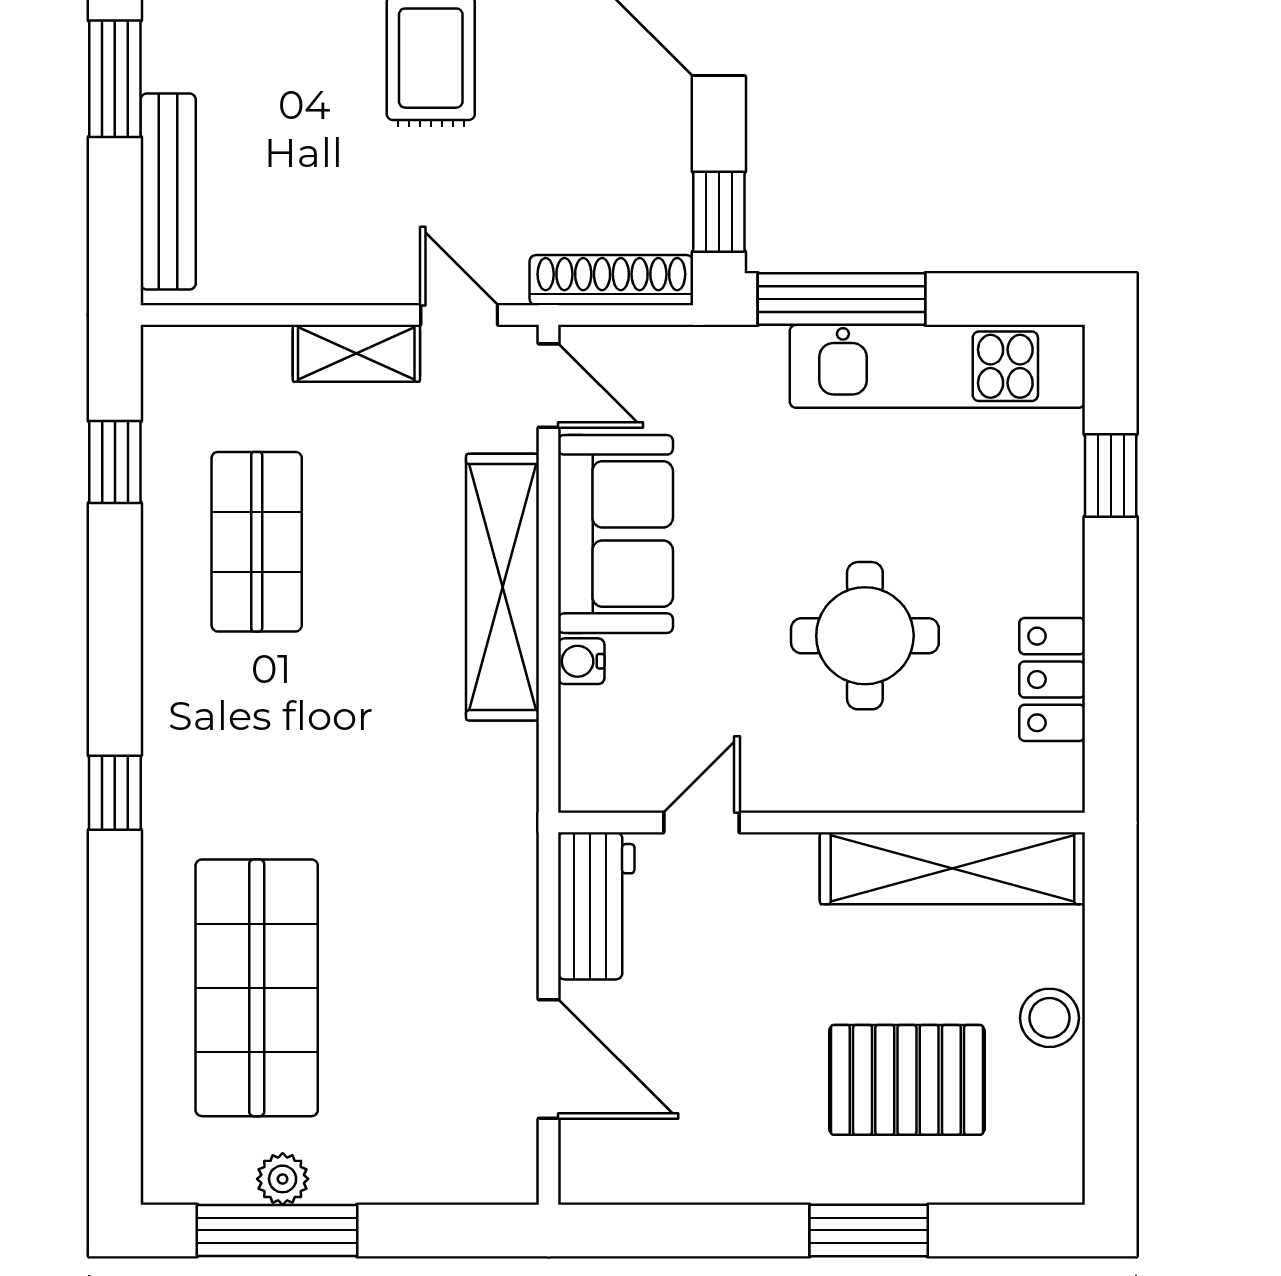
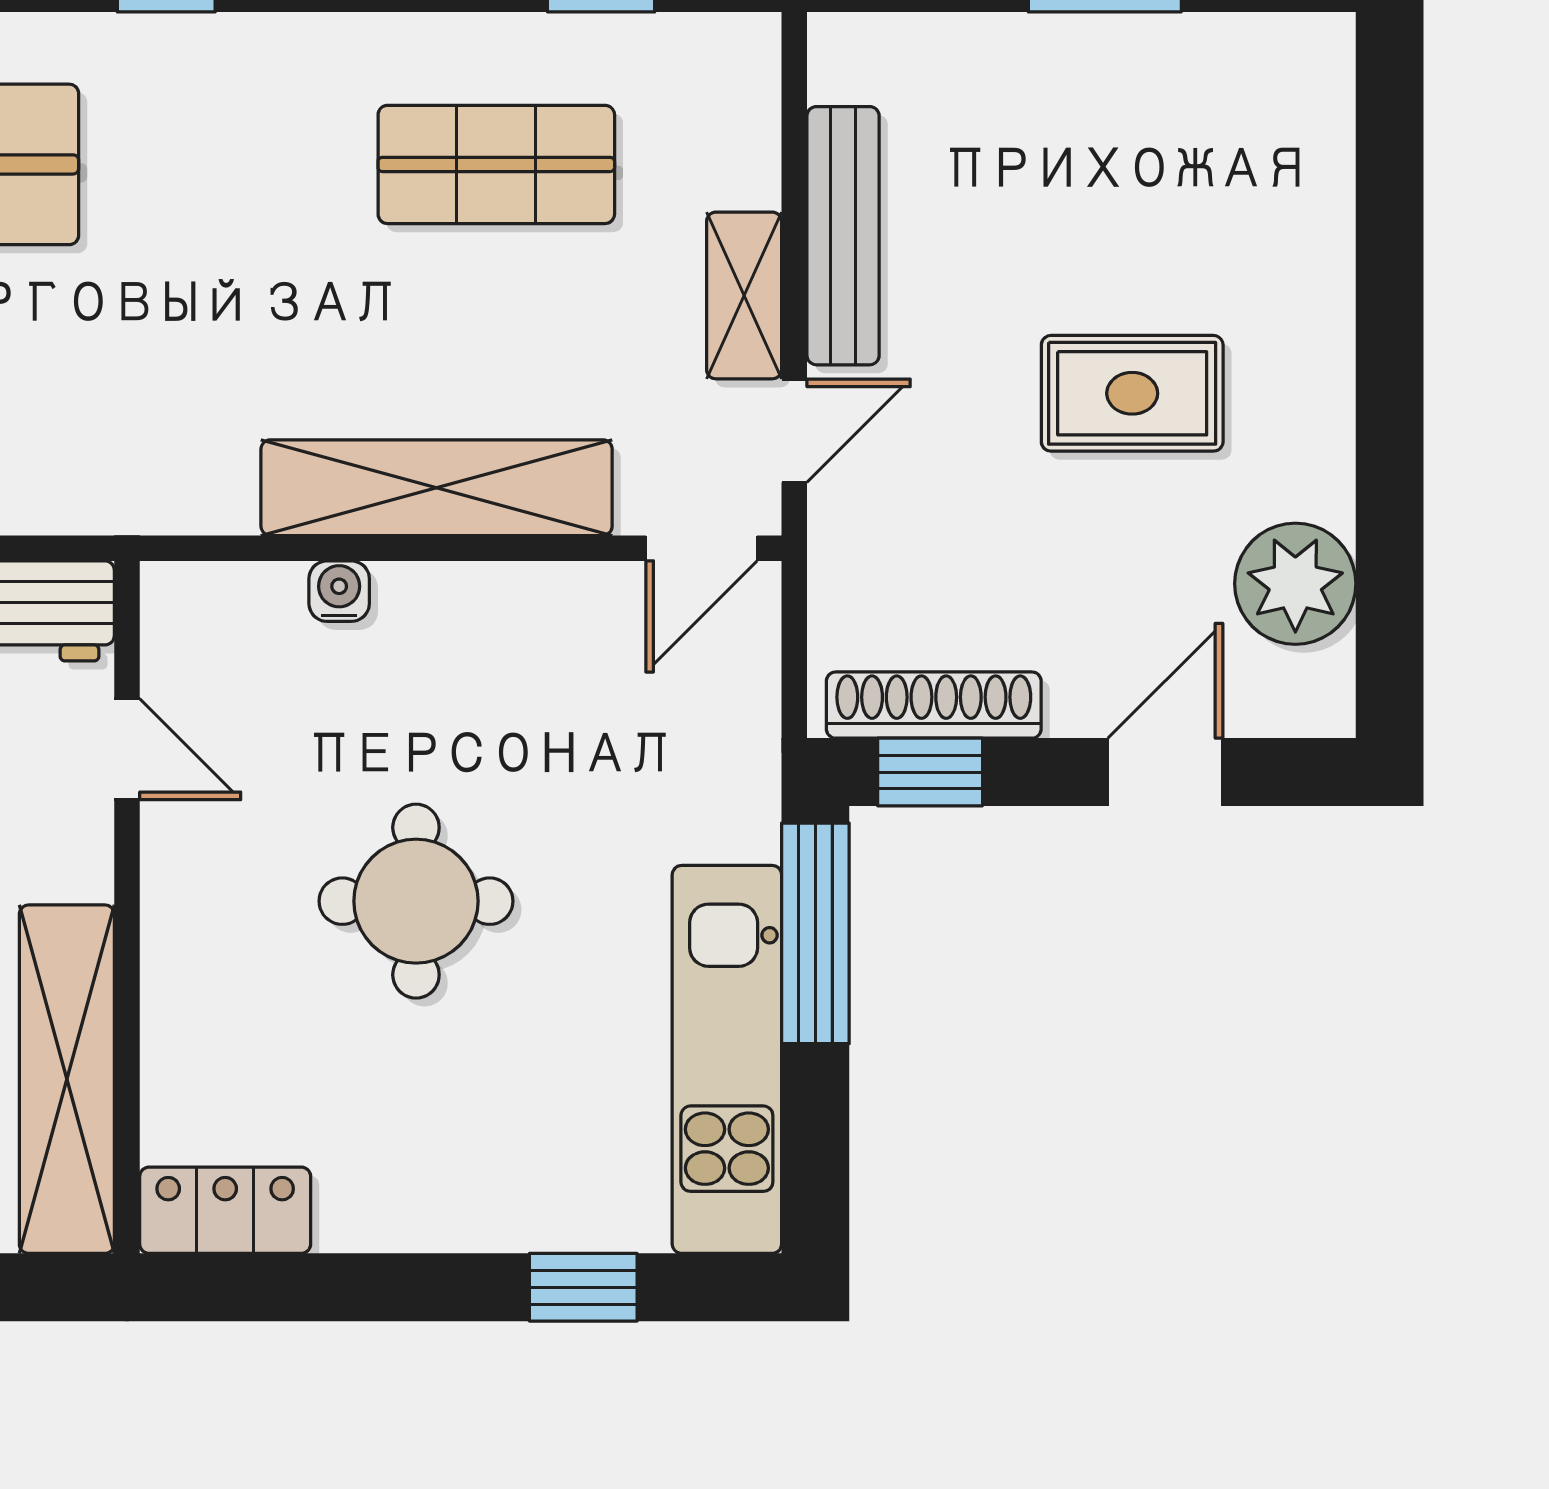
bench: (168, 192) -> (843, 236), moved, turned 90
shoe rack: (611, 280) -> (934, 705), moved, turned -90
sofa: (615, 534) -> (506, 636), removed
round table: (865, 636) -> (416, 901), moved
locker: (1052, 679) -> (225, 1210), moved

